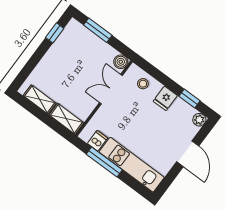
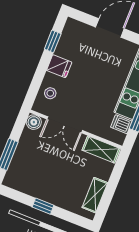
window: (55, 33) -> (43, 206), moved
shelving: (66, 119) -> (101, 149), moved, turned 90
plant: (199, 120) -> (72, 25), removed

